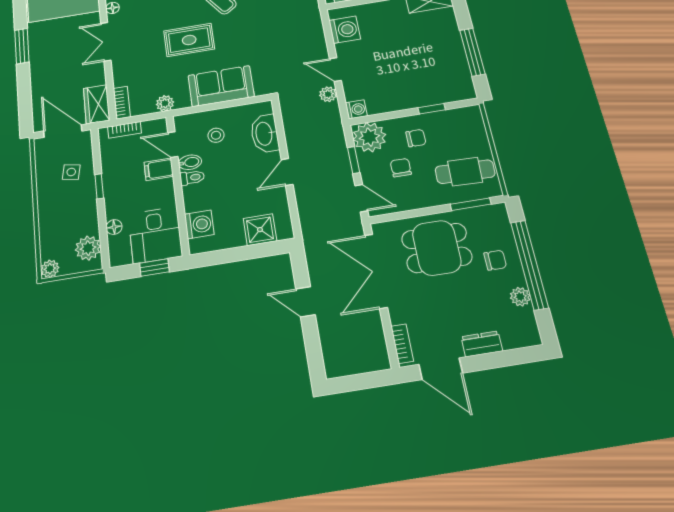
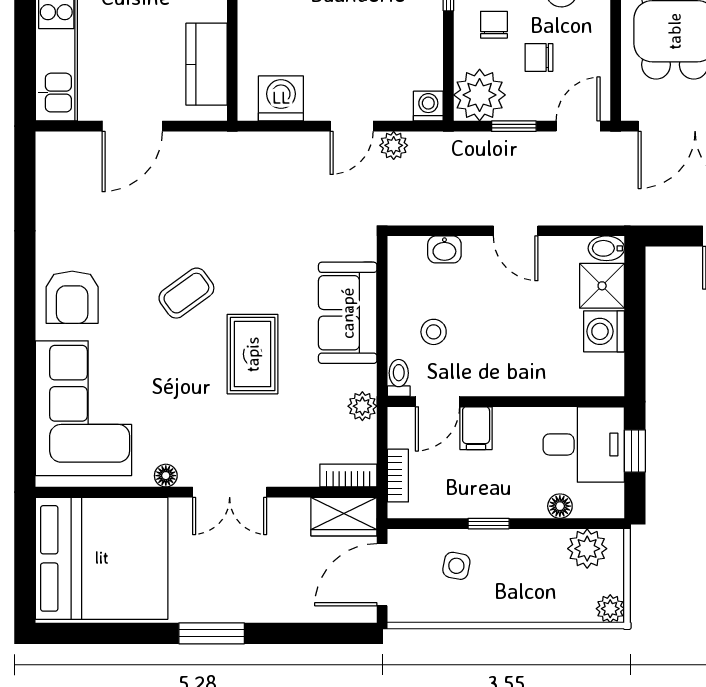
washbasin: (265, 134) -> (444, 249), width x0.52, depth x0.69
bidet: (190, 162) -> (606, 248), moved, turned -90
toilet: (192, 178) -> (399, 378), moved
washing machine: (199, 224) -> (604, 331), moved, turned -90

